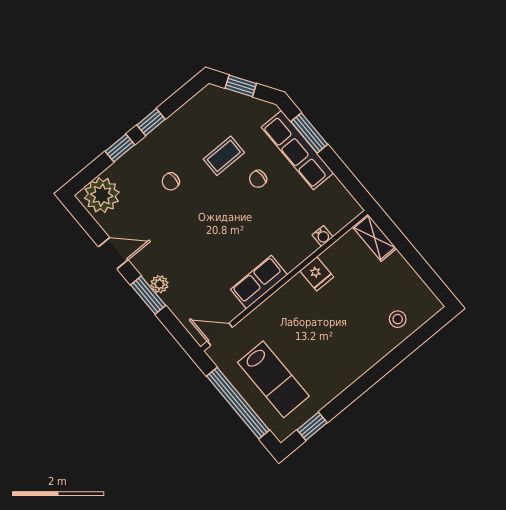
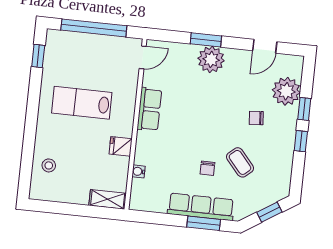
coffee table: (224, 156) -> (240, 162), turned -41
chair: (258, 179) -> (207, 168), turned 180
chair: (171, 181) -> (256, 118), turned -95
plant: (102, 195) -> (286, 91), moved
door: (113, 253) -> (265, 46), moved
plant: (159, 284) -> (211, 59), width x1.87, depth x1.87
lab bench: (273, 379) -> (82, 103), moved

